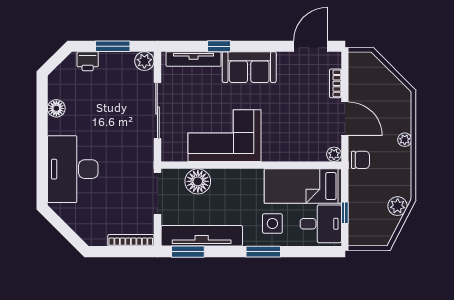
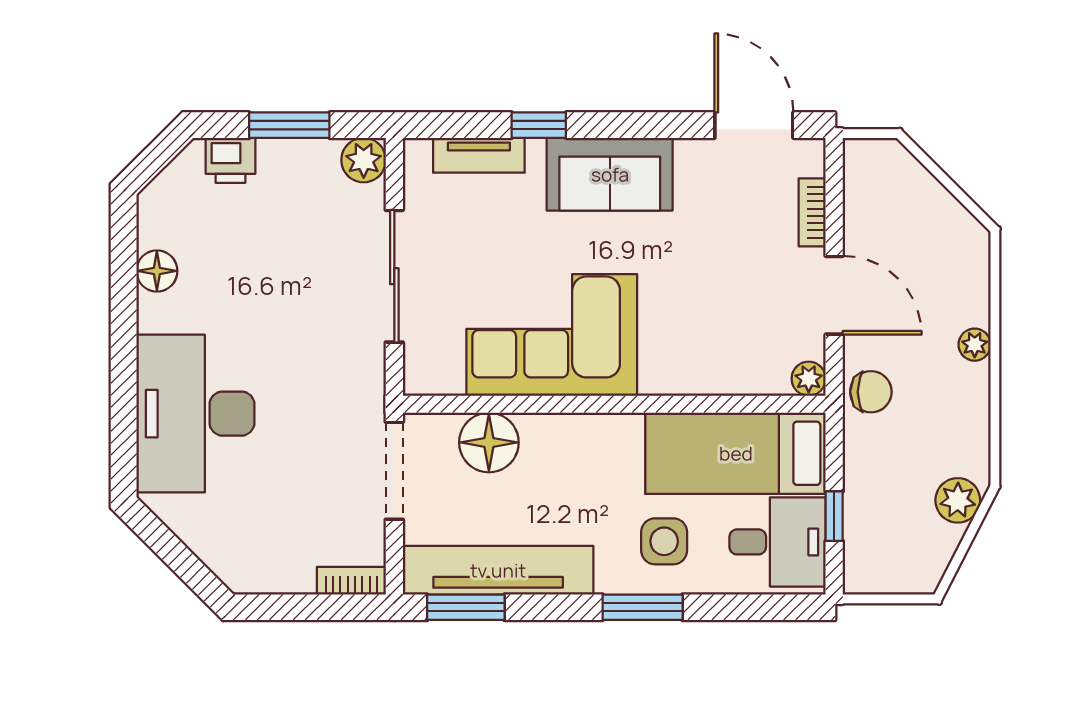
door: (311, 46) -> (754, 125), hinge flipped
tv unit: (193, 59) -> (479, 155), width x0.71
bookcase: (131, 240) -> (351, 581), width x0.64

